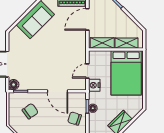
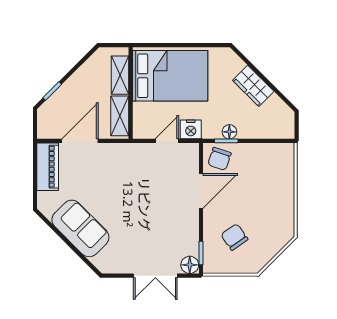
door: (87, 19) -> (80, 141), swing flipped
door: (87, 71) -> (167, 141), swing flipped
chair: (75, 119) -> (219, 159), moved

